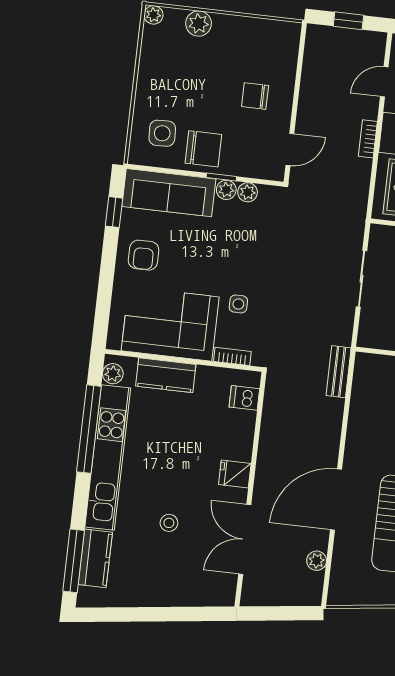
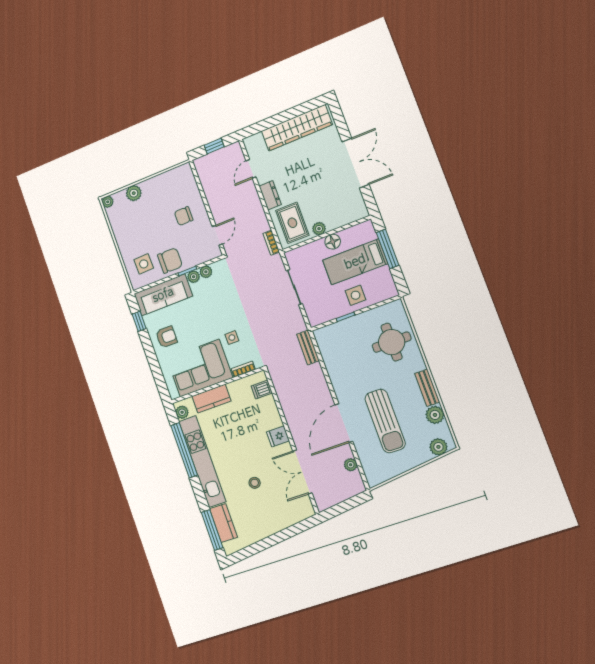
bookcase: (368, 139) -> (271, 243), moved
armchair: (144, 255) -> (166, 337), turned -90

